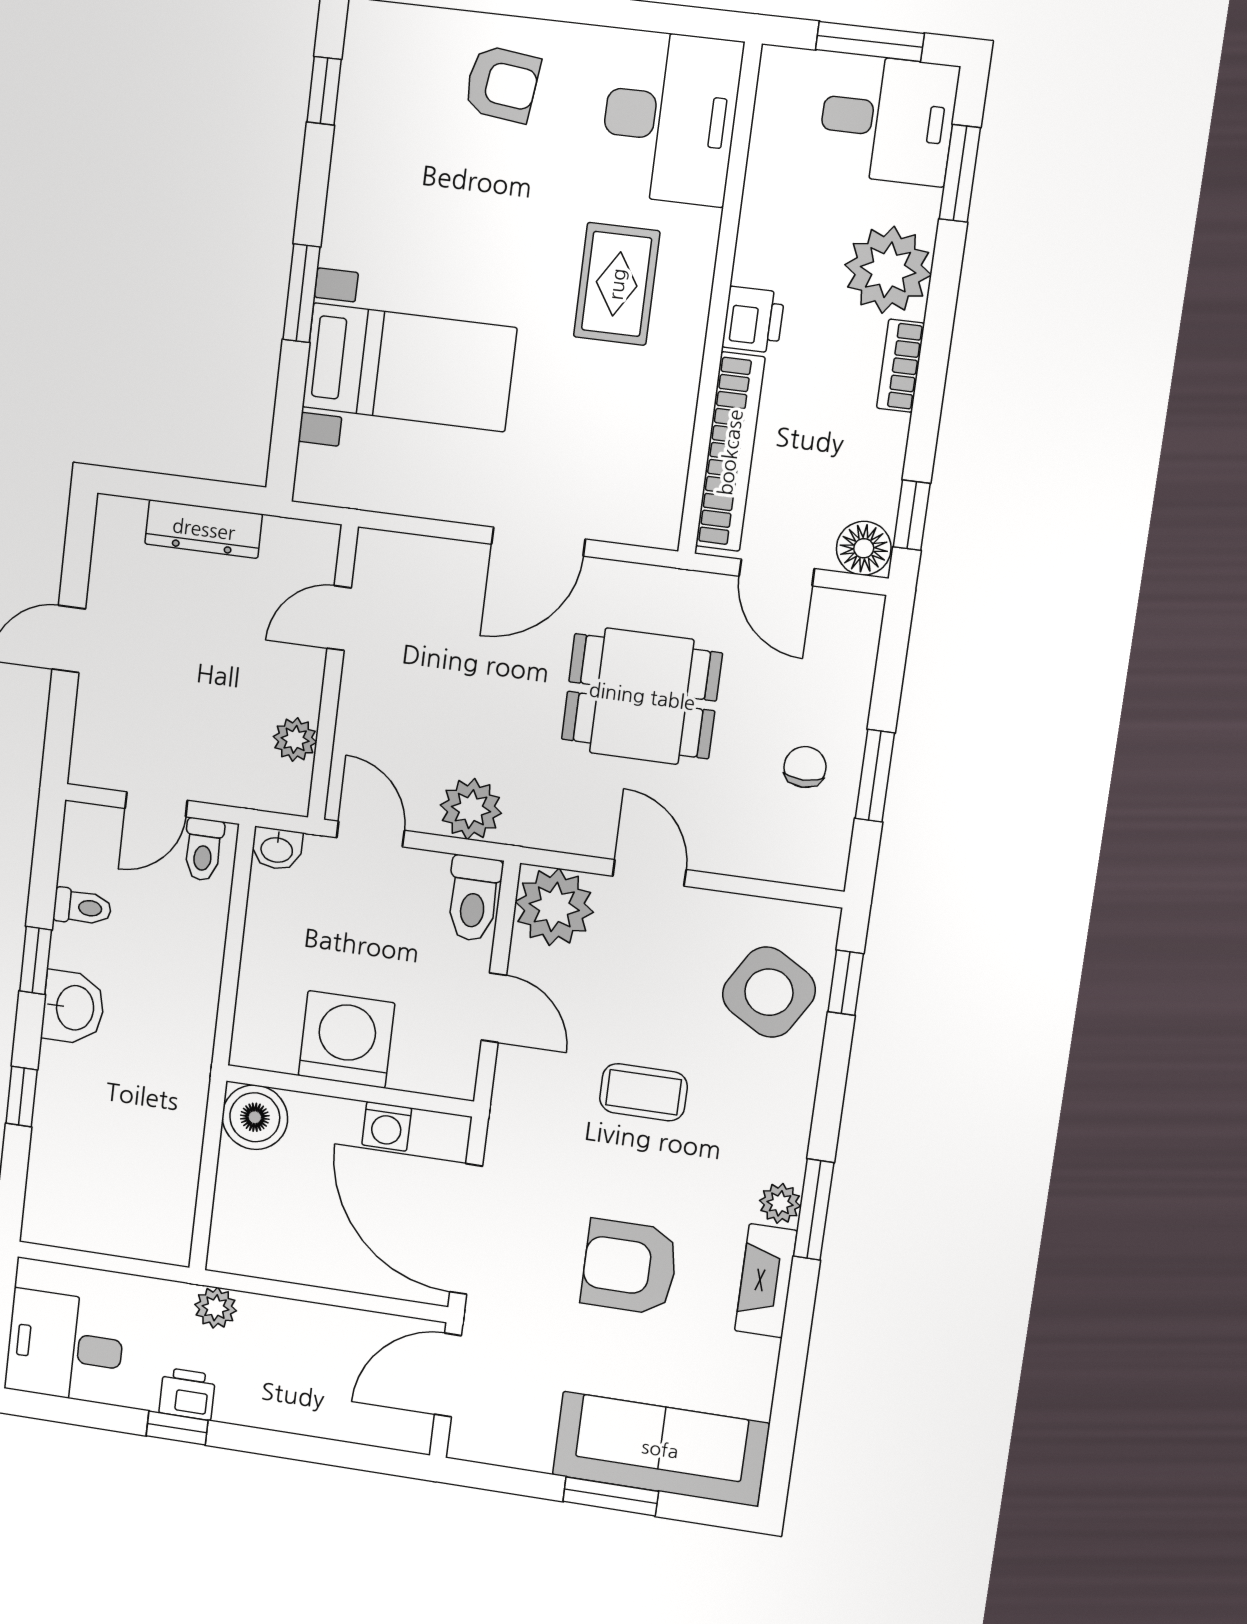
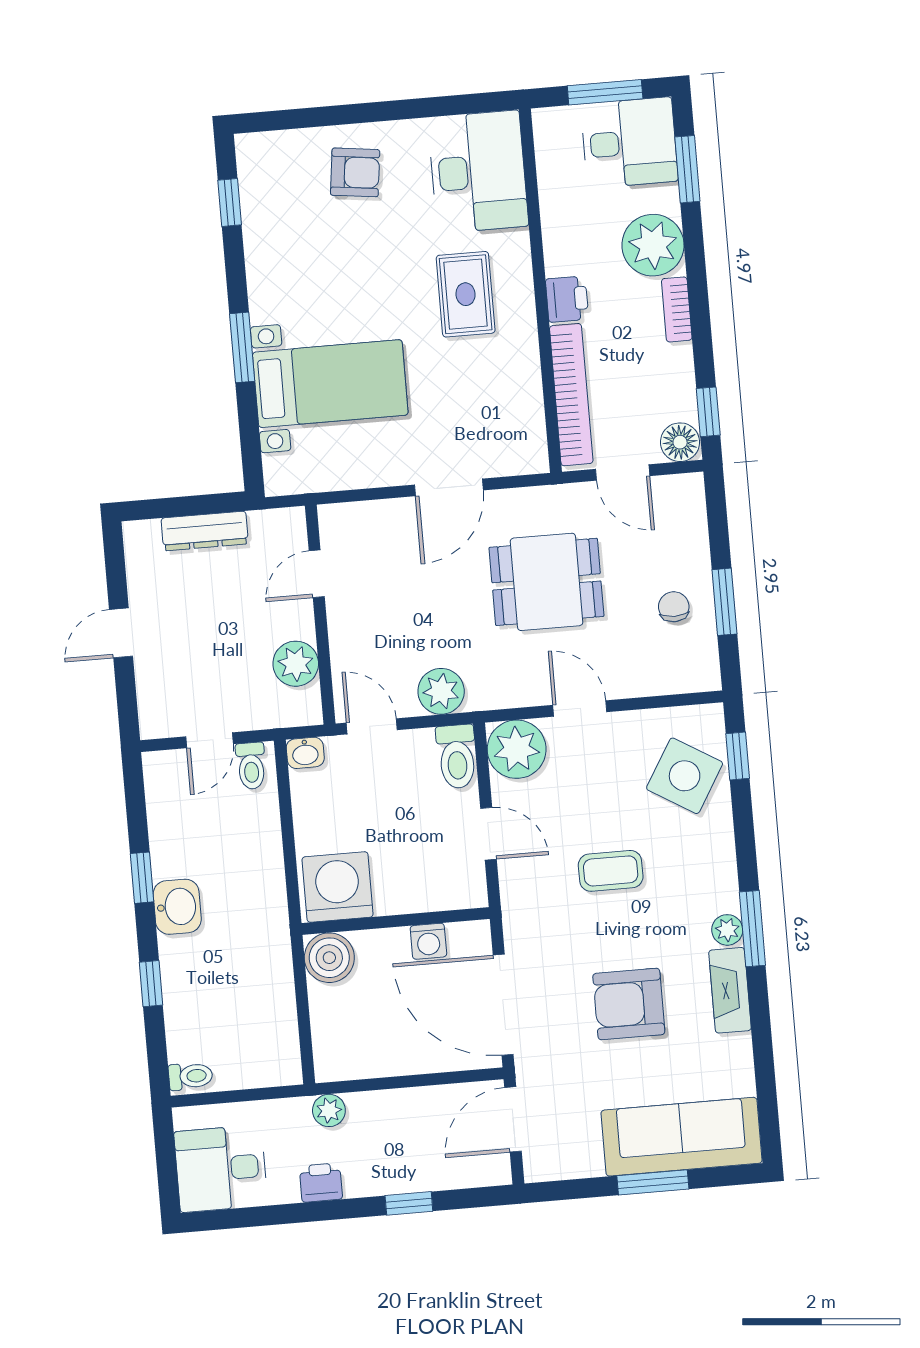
plant: (295, 739) -> (296, 664), width x1.38, depth x1.38
toilet: (82, 907) -> (191, 1076), moved
washing machine: (347, 1039) -> (338, 887), moved
window: (177, 1428) -> (409, 1203), moved

